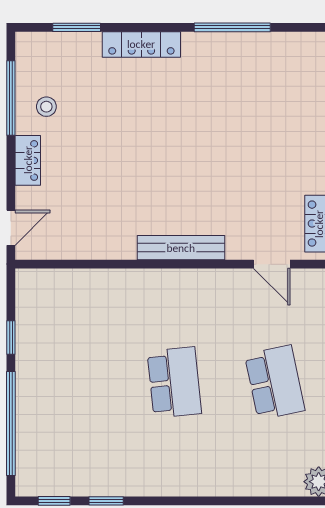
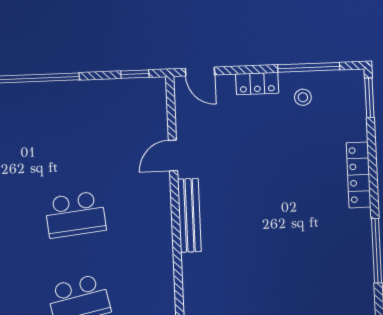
window: (77, 27) -> (369, 98), moved
door: (272, 264) -> (173, 156), moved
window: (11, 337) -> (135, 74), moved

